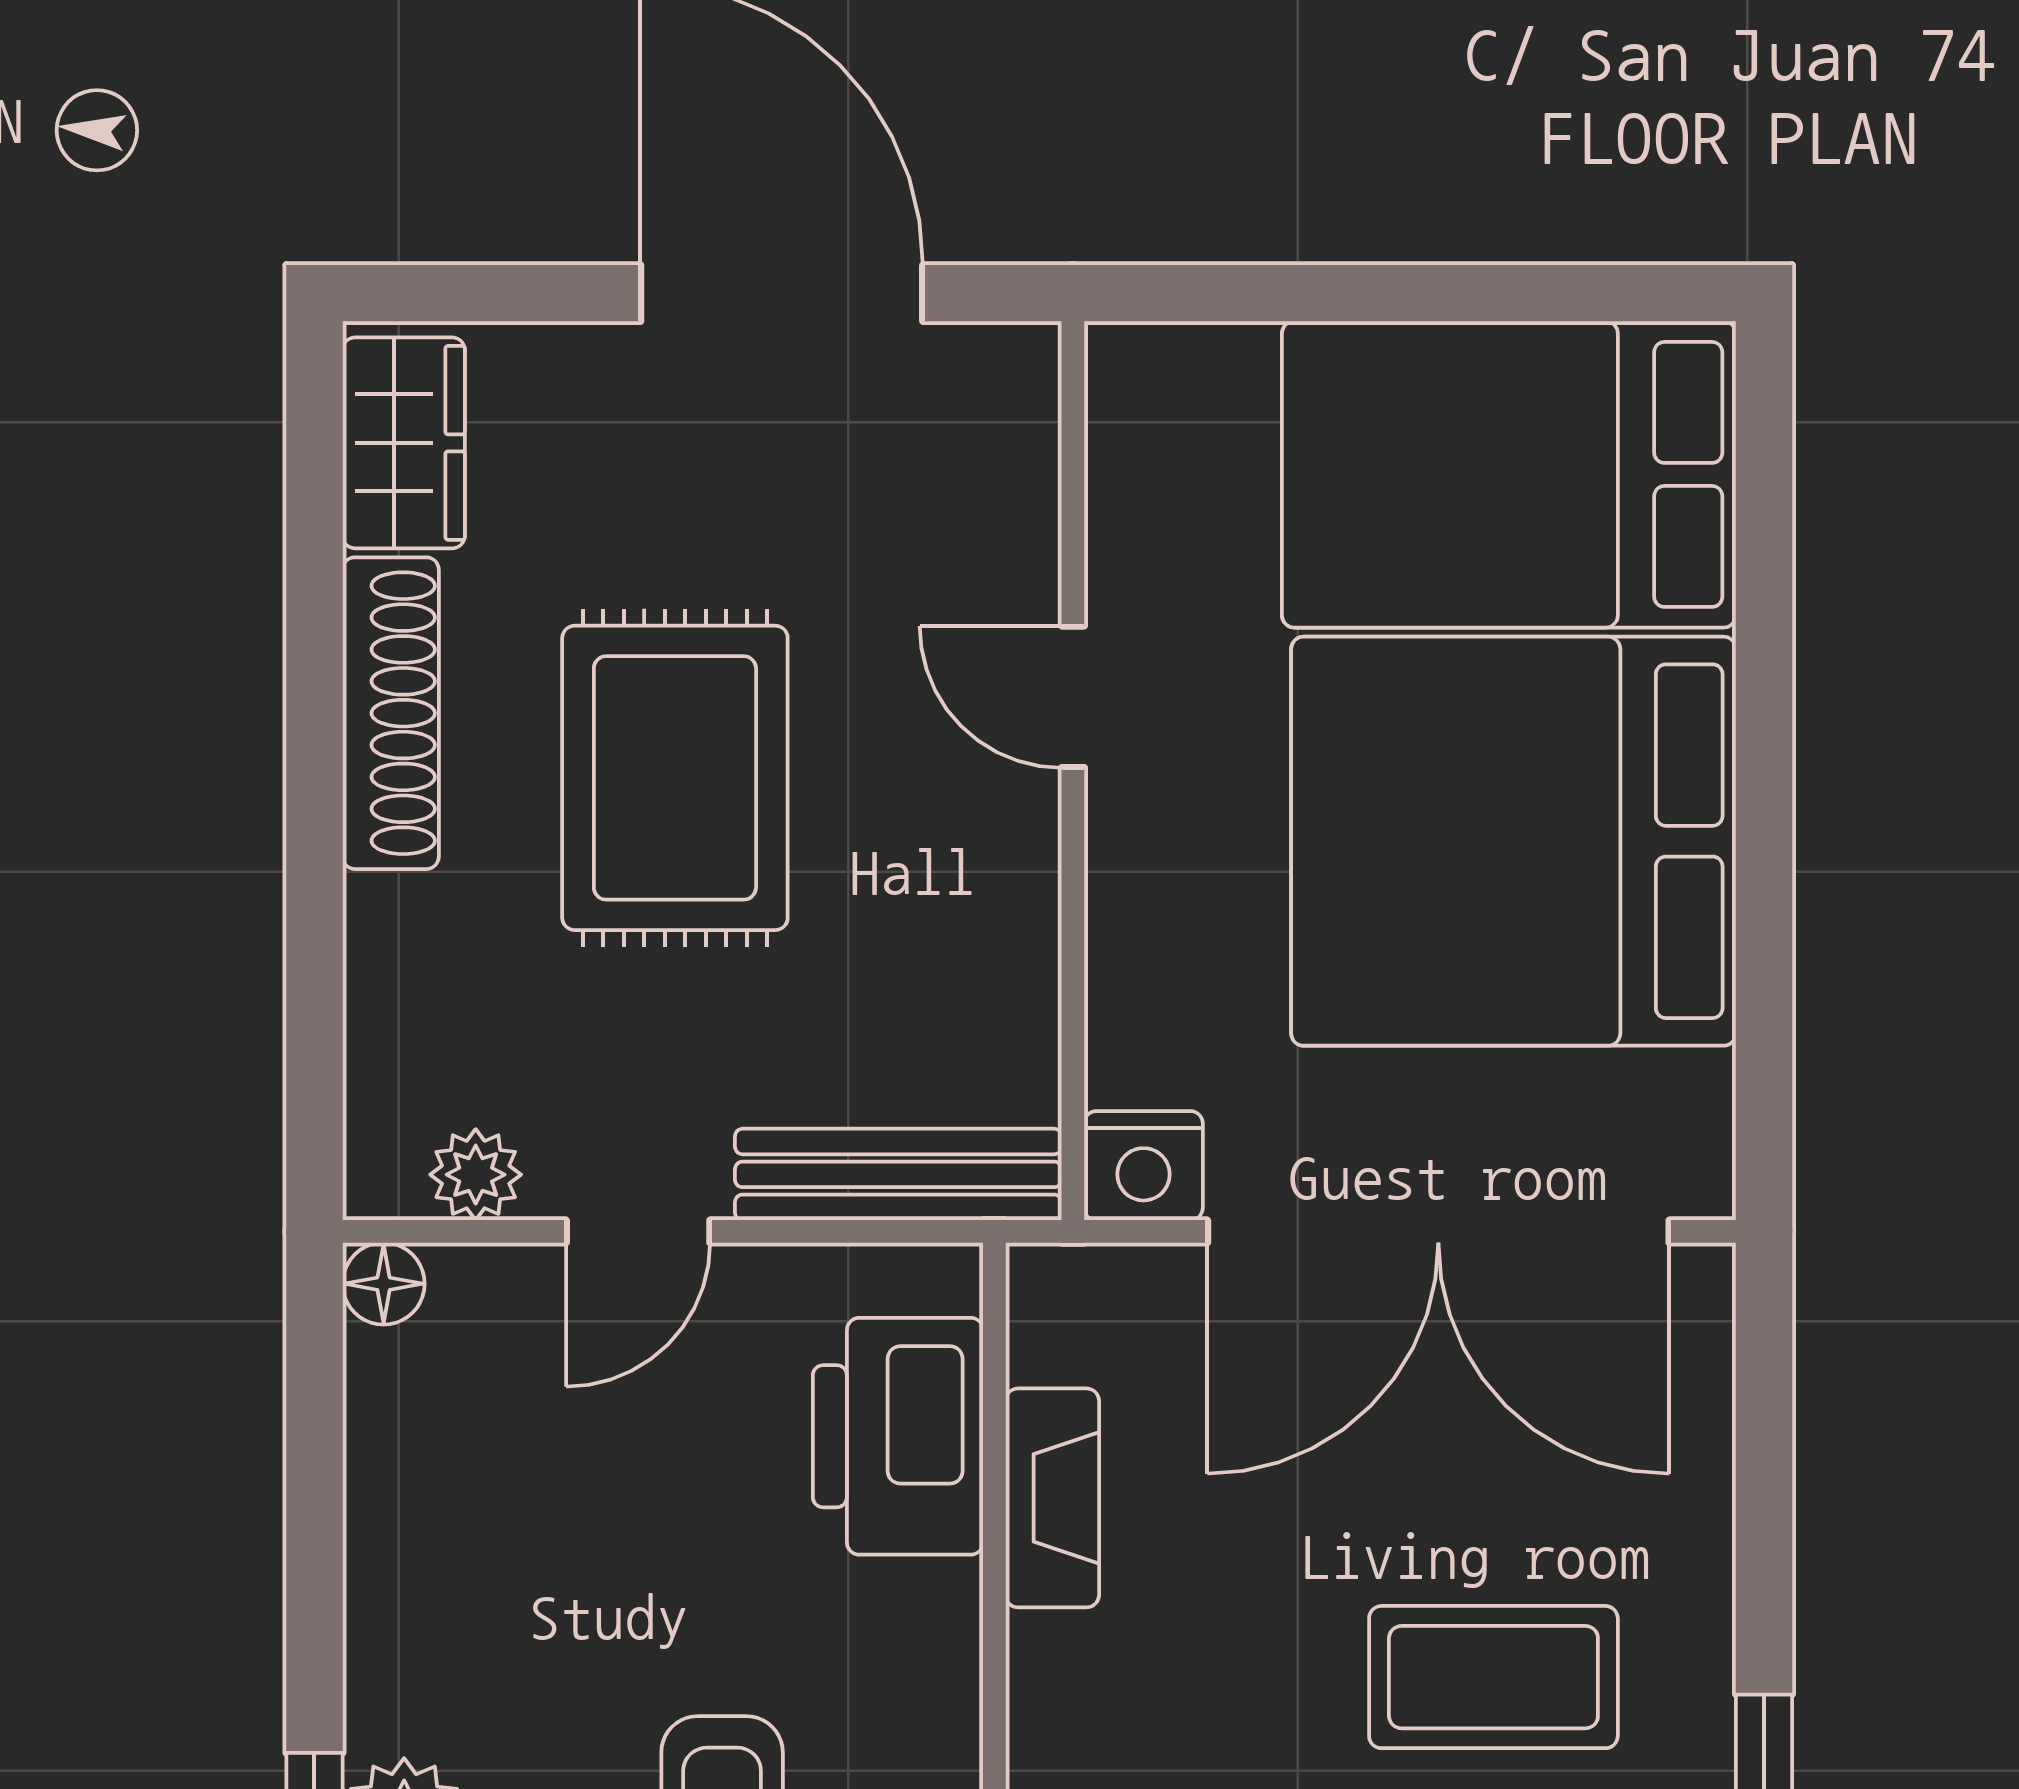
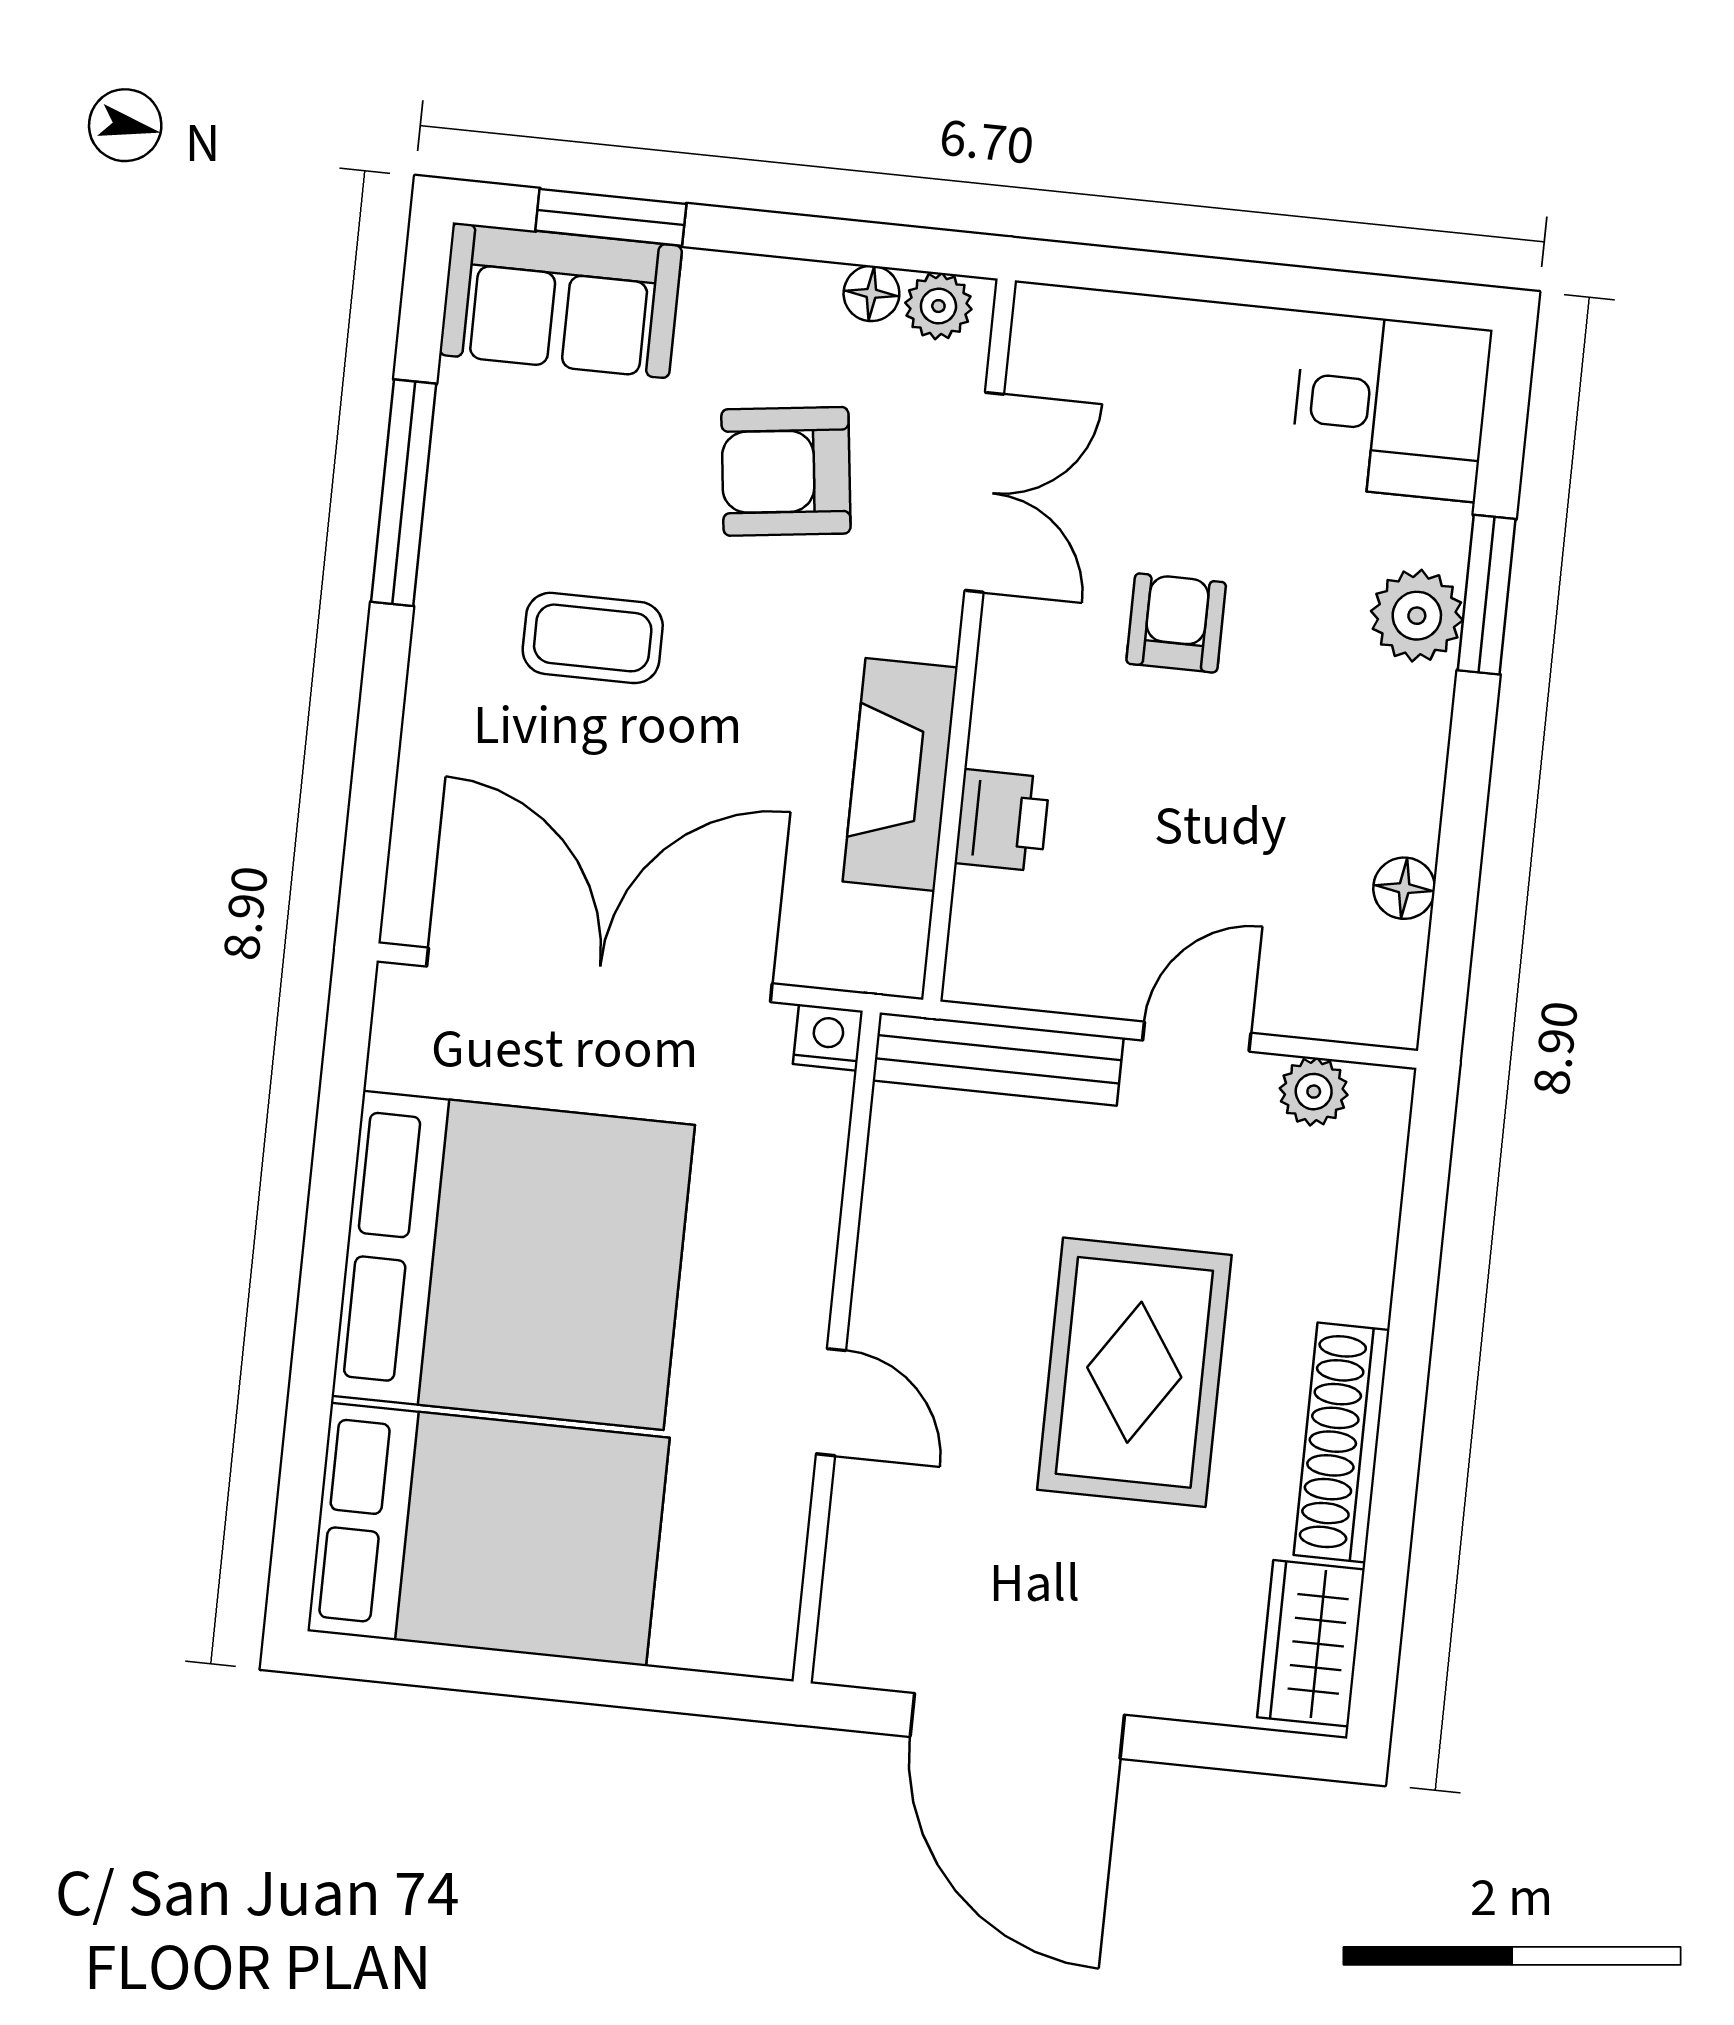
nightstand: (1143, 1166) -> (828, 1037), width x0.72, depth x0.74
floor lamp: (384, 1284) -> (1404, 888), moved
printer: (898, 1436) -> (1002, 820), width x0.53, depth x0.68
fireplace: (1052, 1498) -> (900, 774), width x1.37, depth x1.32
coffee table: (1493, 1677) -> (593, 638), width x0.73, depth x0.77

